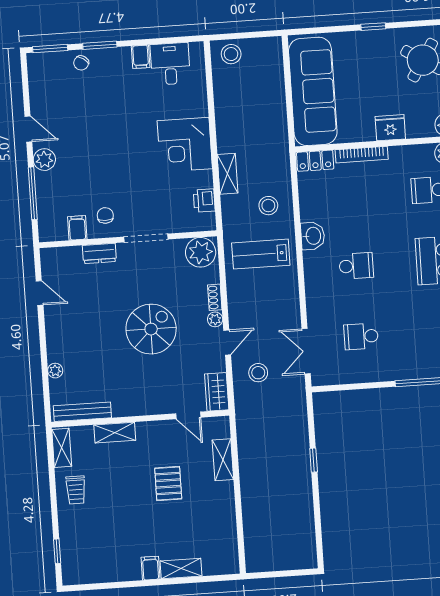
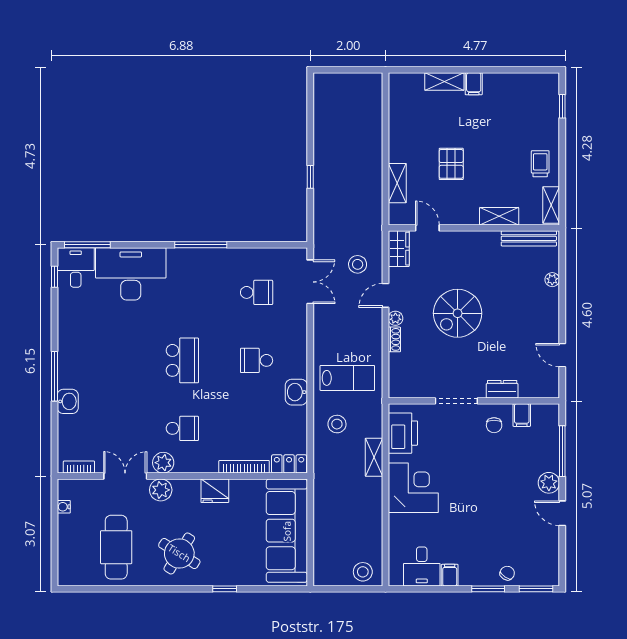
printer: (204, 200) -> (403, 433), width x1.87, depth x1.48
plant: (201, 252) -> (405, 384), removed

